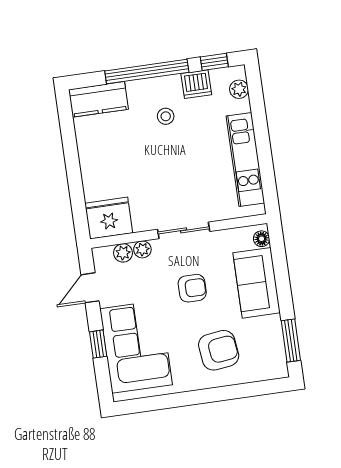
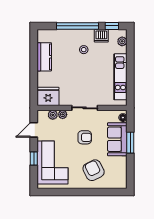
kitchen counter: (98, 99) -> (44, 57), moved, turned -90
window: (291, 340) -> (130, 143), moved
armchair: (219, 350) -> (94, 170), turned -110

